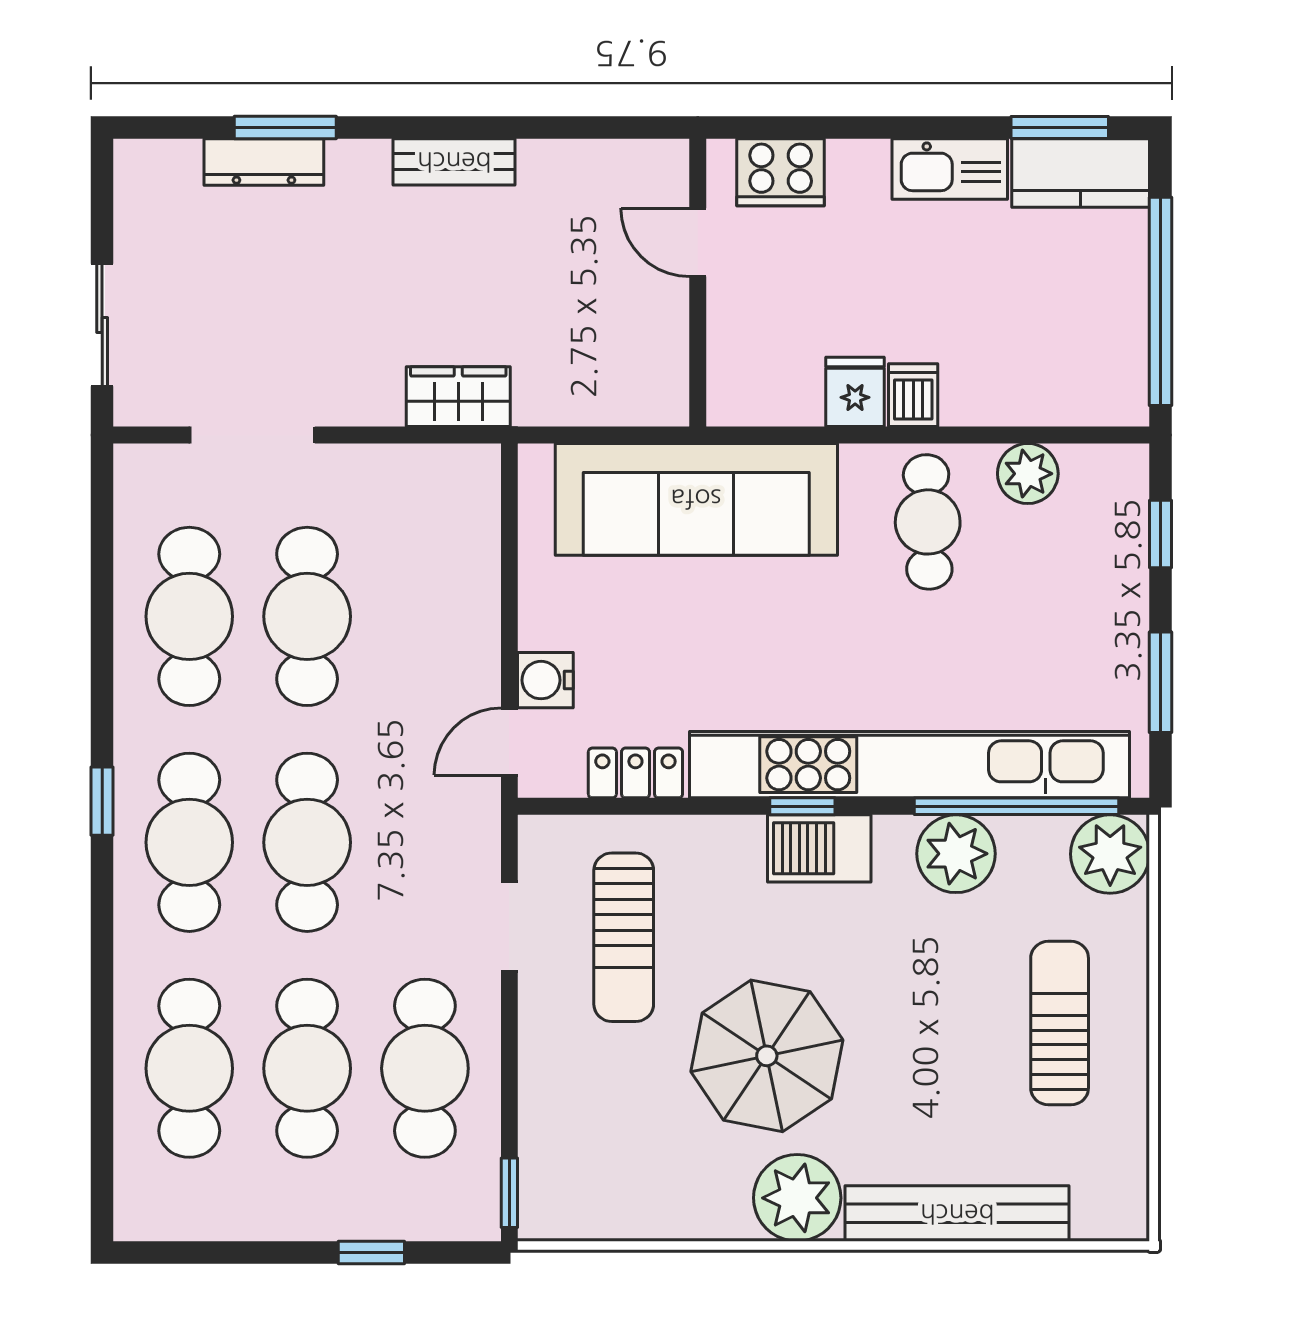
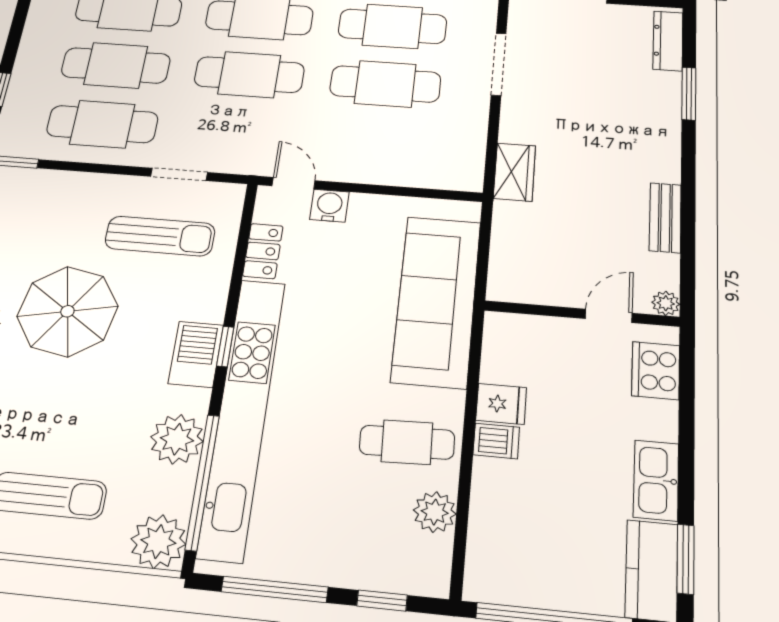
plant: (669, 159) -> (666, 303), added
dresser: (264, 162) -> (668, 41), moved
bench: (454, 162) -> (665, 218), moved
window: (1161, 682) -> (275, 589), width x1.44
sun lounger: (624, 937) -> (160, 236), turned 180

